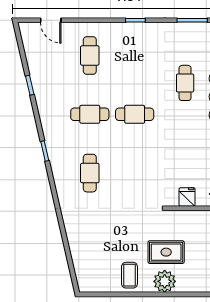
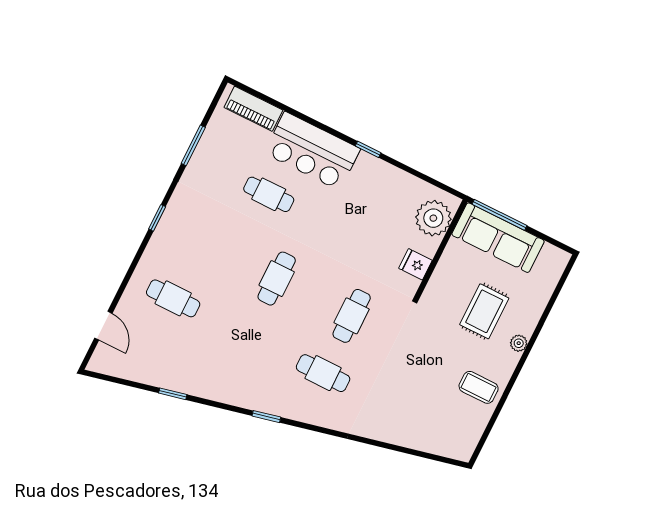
door: (51, 20) -> (103, 326), hinge flipped
cafe table: (90, 114) -> (352, 316), moved
rug: (166, 252) -> (484, 311), moved
plant: (165, 281) -> (519, 343), width x0.53, depth x0.53

